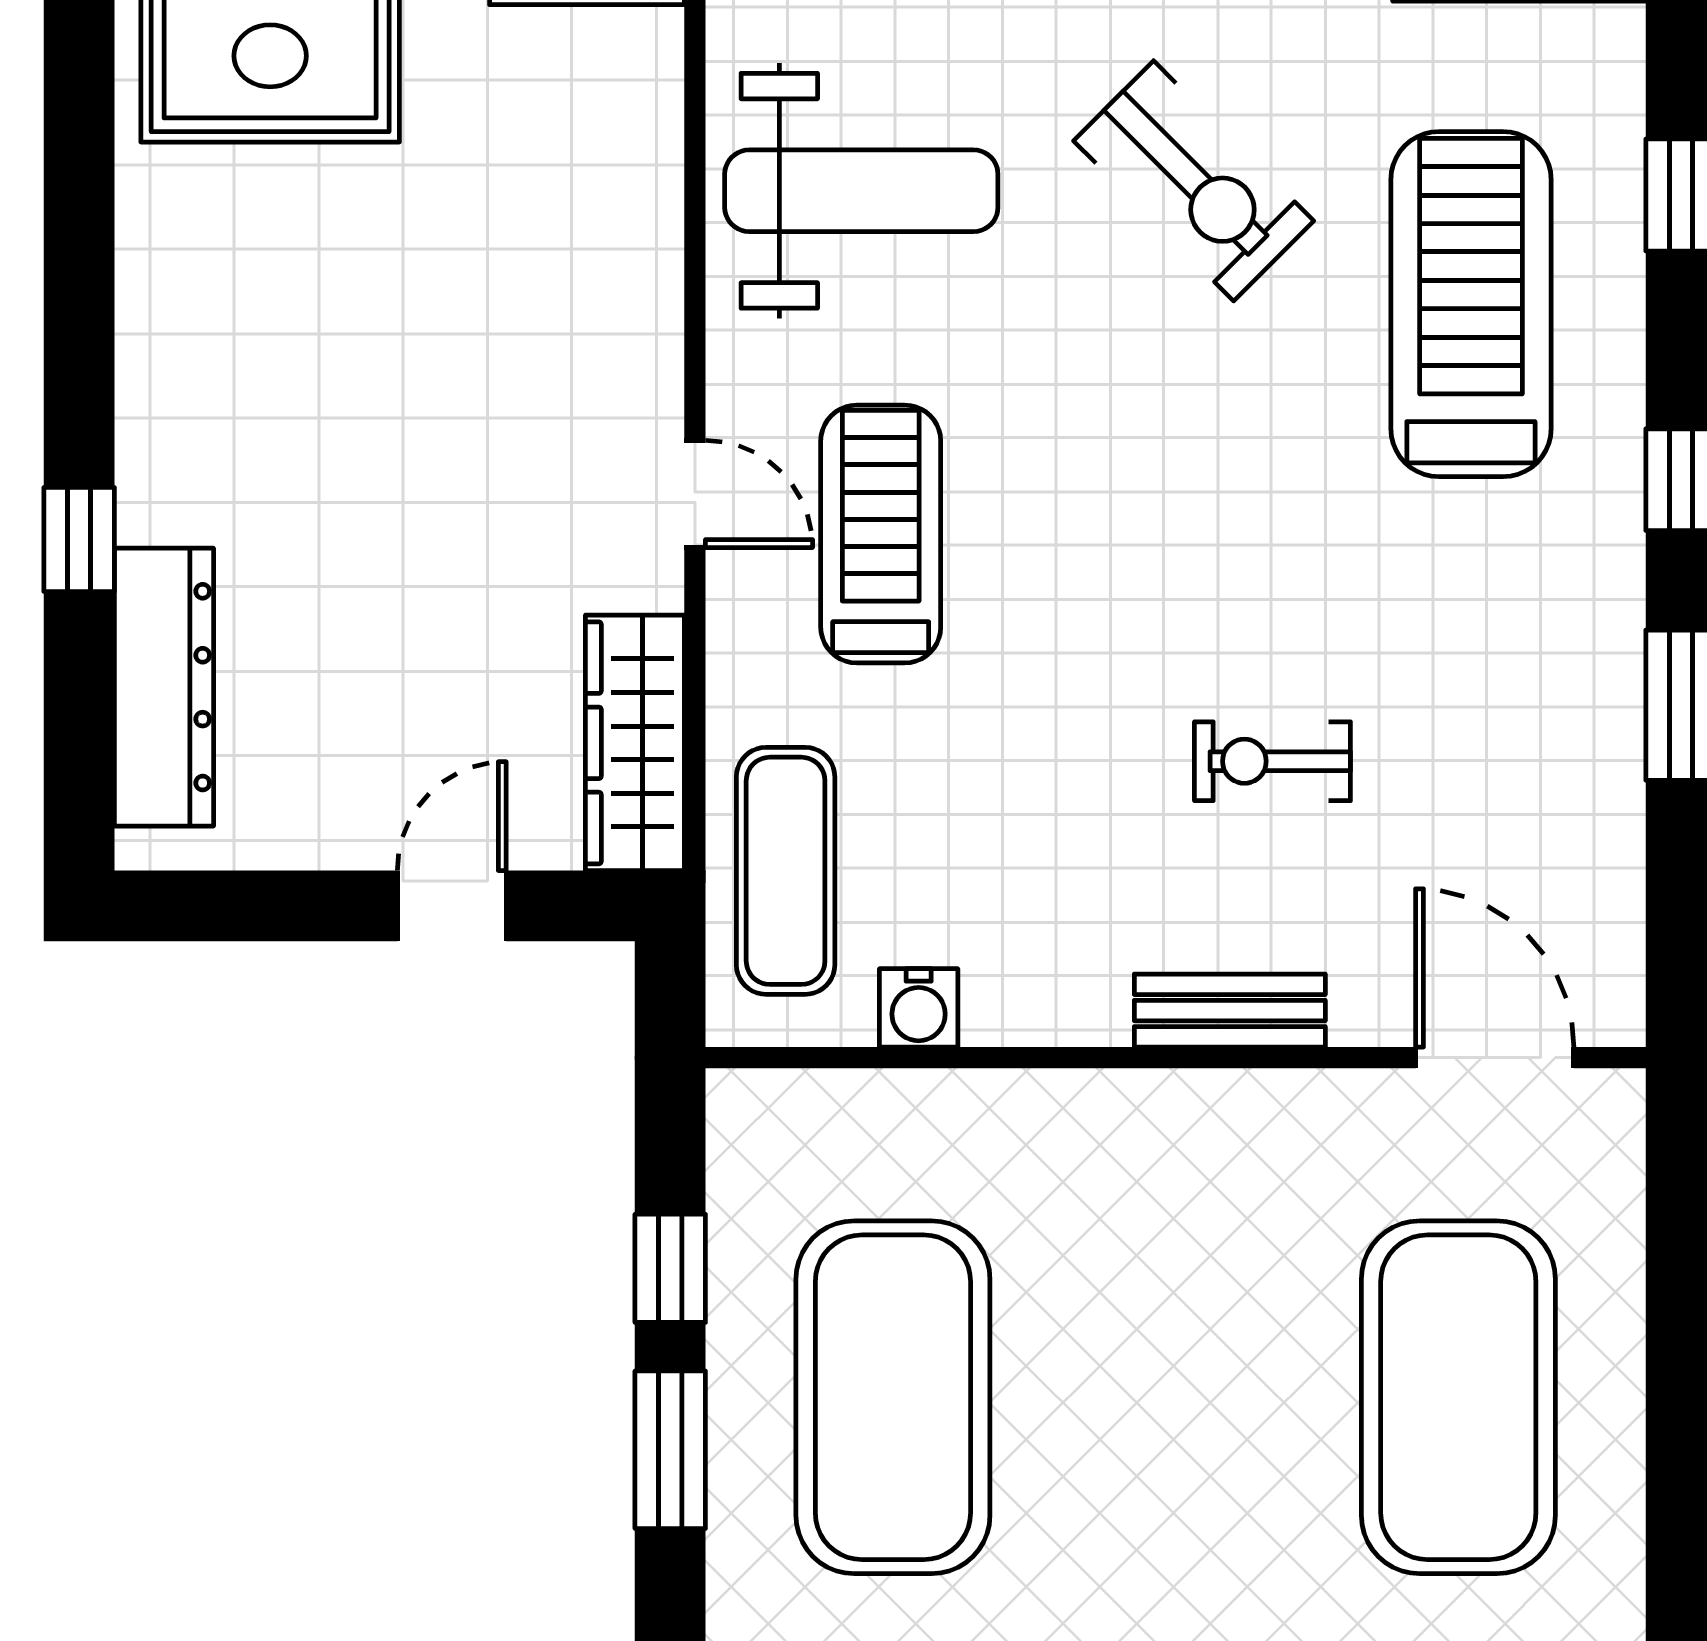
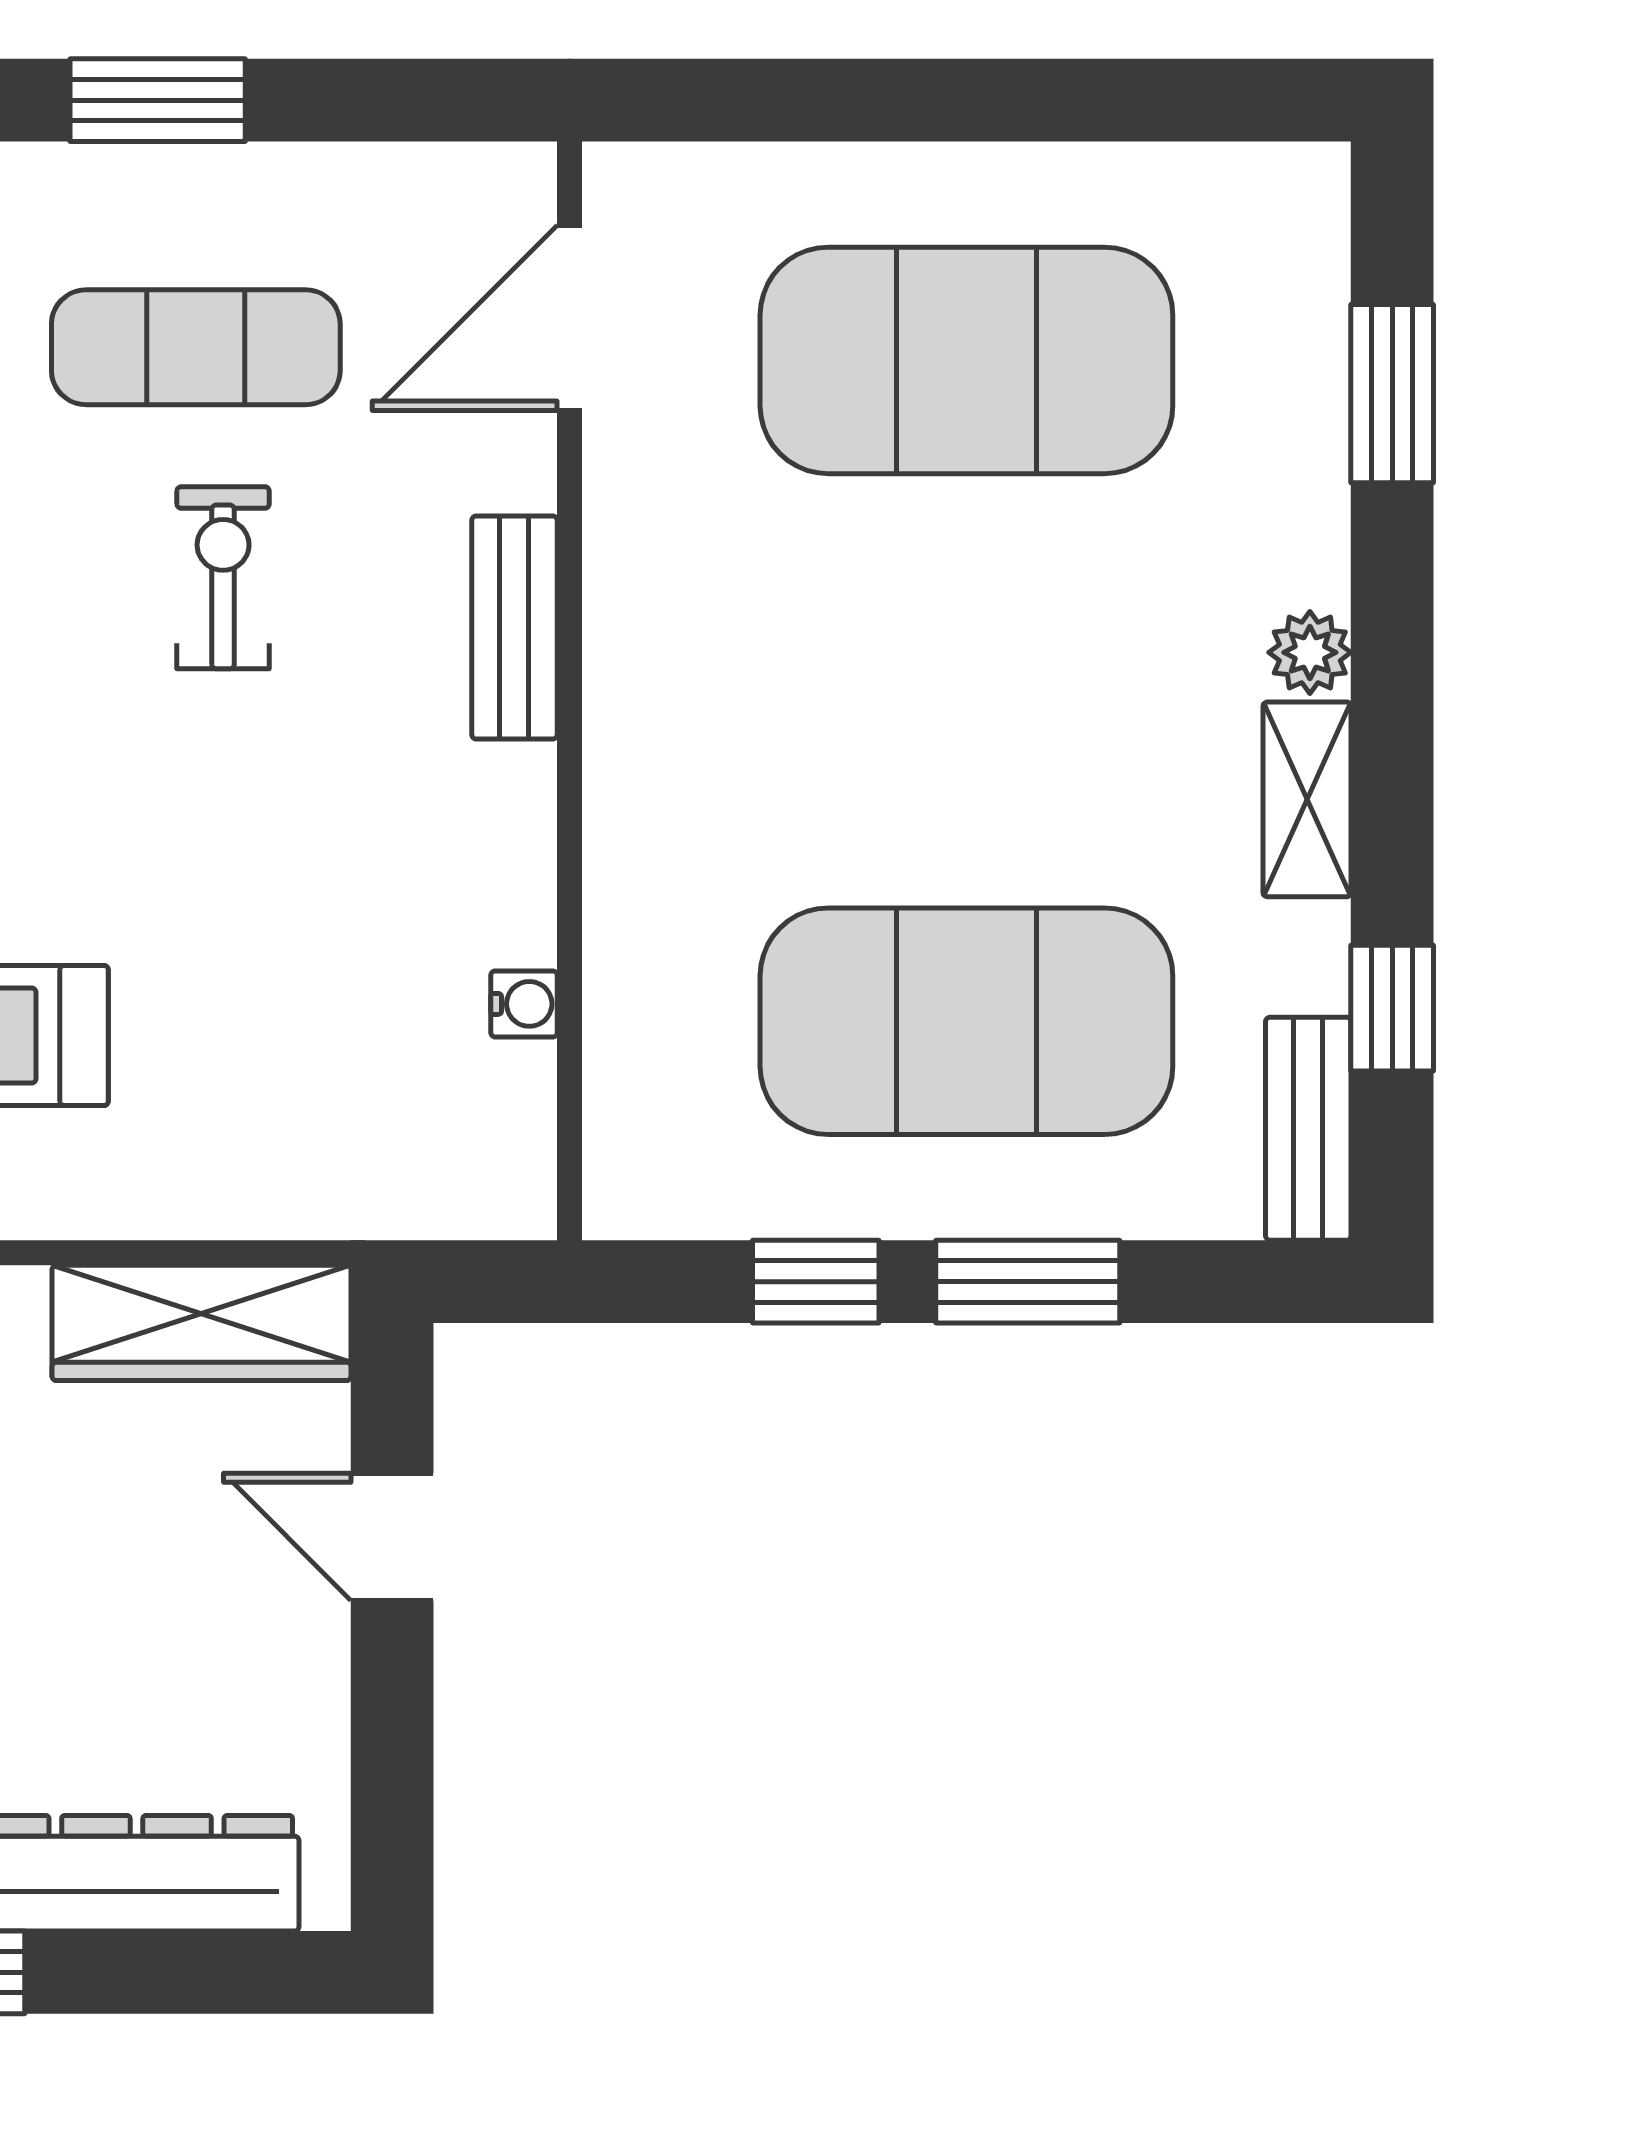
exercise bike: (1272, 761) -> (223, 578), turned 180
exercise mat: (786, 871) -> (196, 347), moved
water cooler: (919, 1008) -> (524, 1004), width x0.72, depth x0.72

